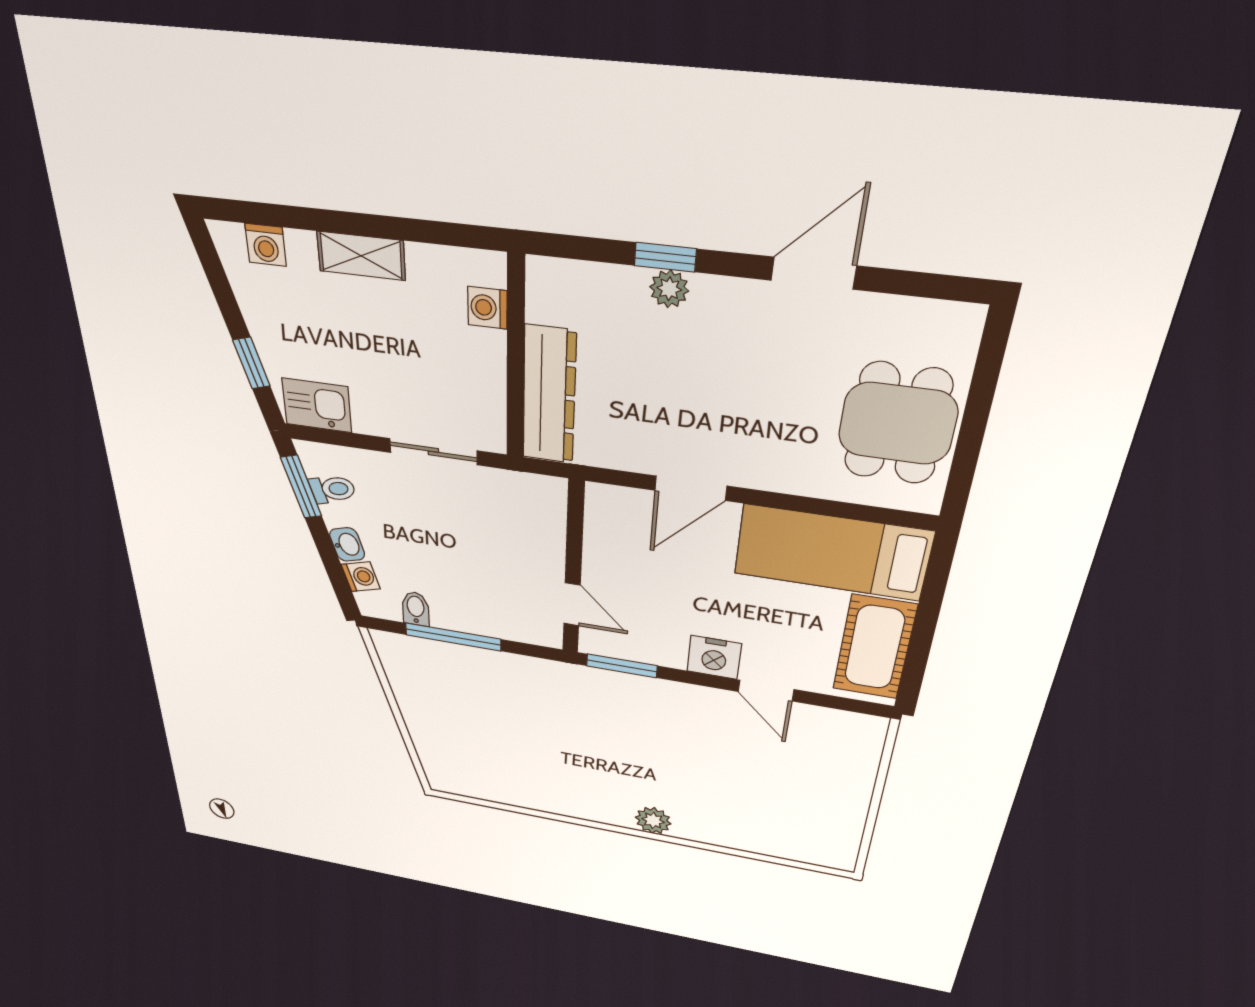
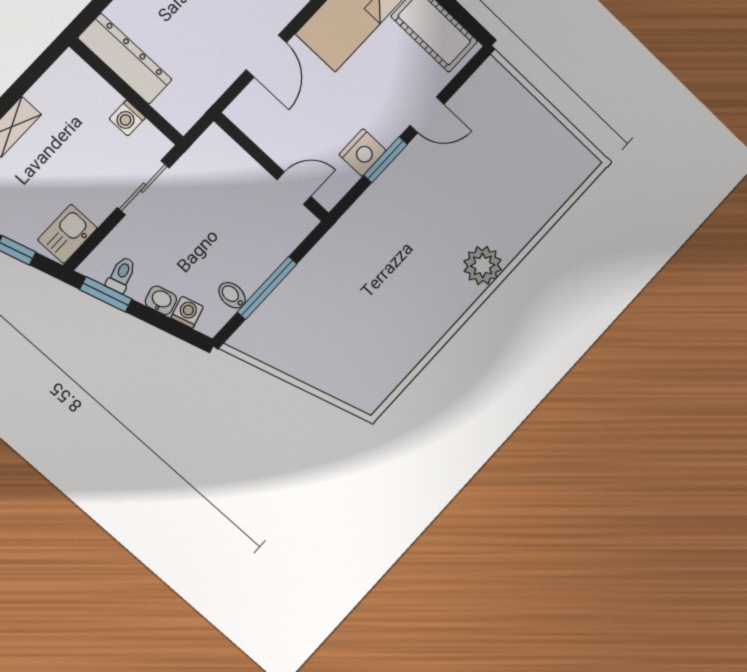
washing machine: (487, 308) -> (127, 118), moved
dresser: (549, 395) -> (125, 59), moved
nightstand: (714, 657) -> (363, 152), moved
window: (622, 666) -> (386, 160), moved
plant: (653, 820) -> (483, 265), width x1.36, depth x1.36

